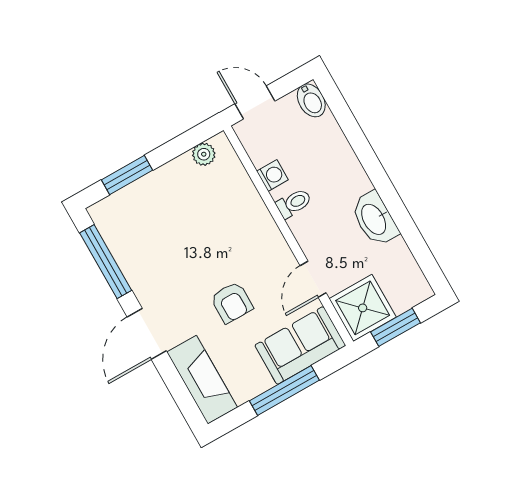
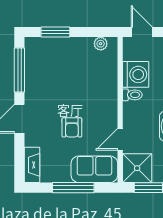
washing machine: (272, 176) -> (136, 74), width x1.89, depth x1.89
fireplace: (202, 380) -> (32, 165), width x0.73, depth x0.76

